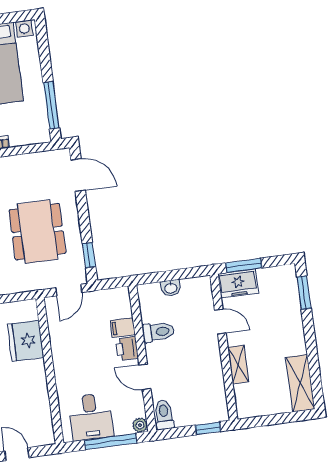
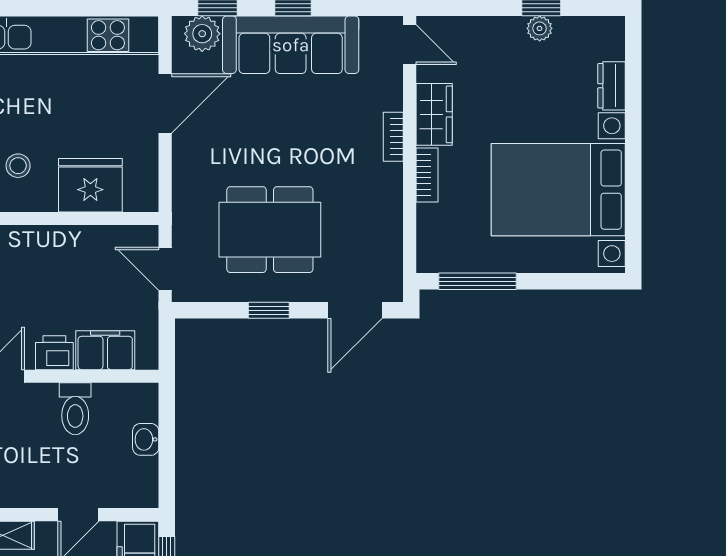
window: (89, 255) -> (269, 310), moved
filing cabinet: (123, 327) -> (105, 350), width x2.00
stool: (20, 385) -> (18, 166), added

